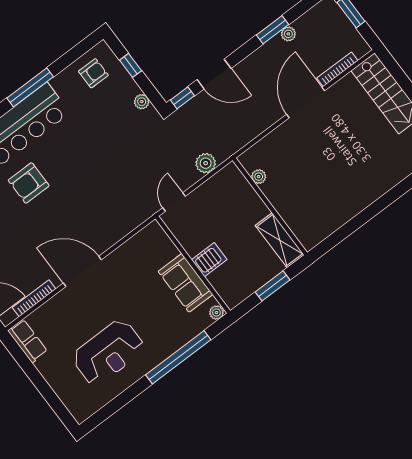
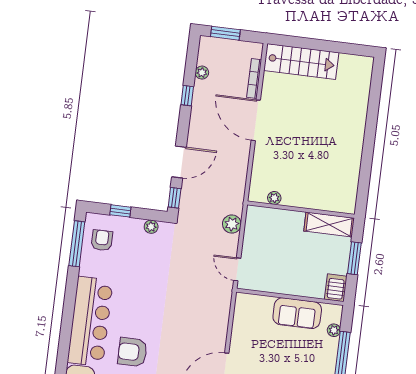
window: (273, 30) -> (187, 96), width x0.67
plant: (288, 34) -> (202, 73), moved
window: (30, 87) -> (77, 244), moved
armchair: (29, 183) -> (132, 352), turned 90
server rack: (209, 260) -> (336, 288), moved
plant: (216, 313) -> (334, 330), moved

